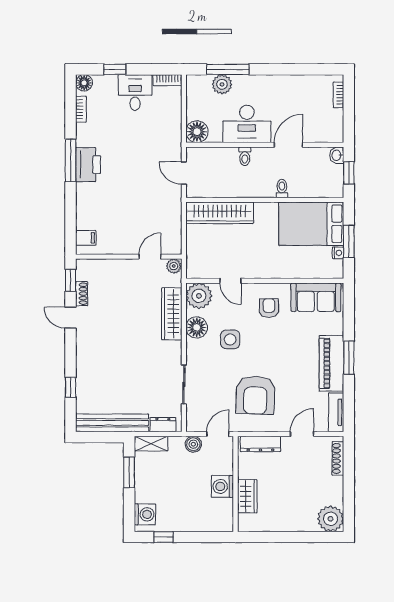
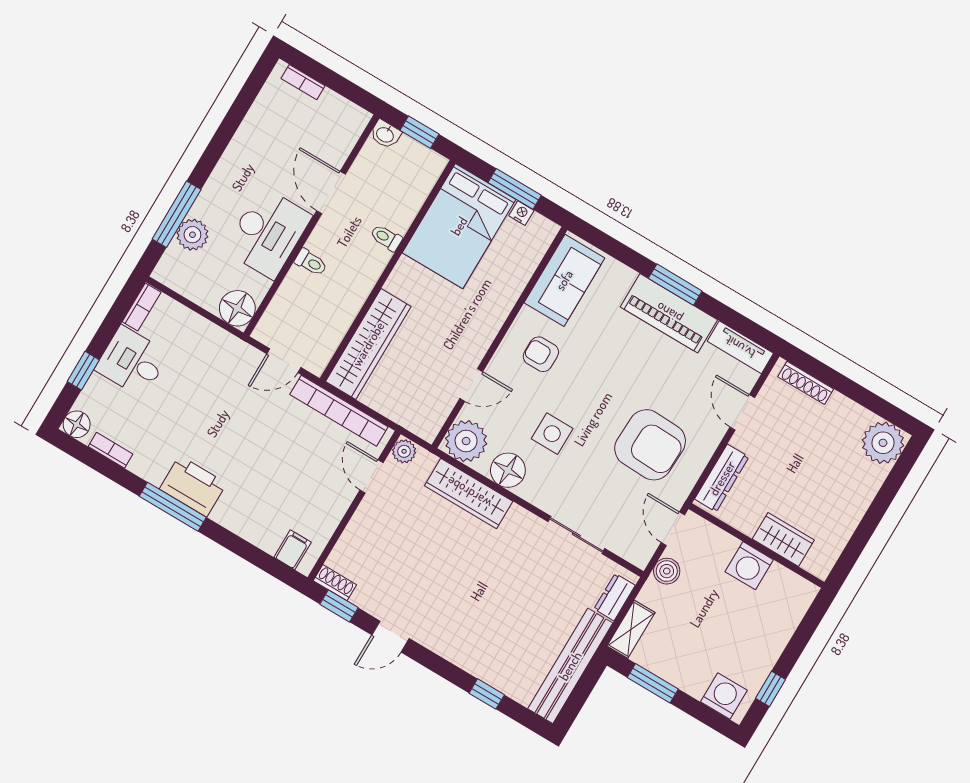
bookcase: (175, 218) -> (339, 411), added
shoe rack: (82, 294) -> (335, 583), moved

